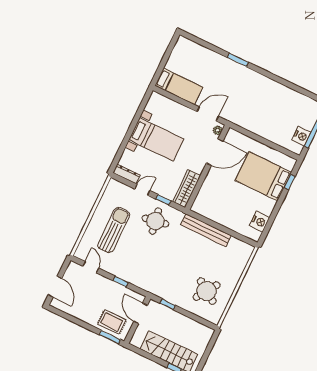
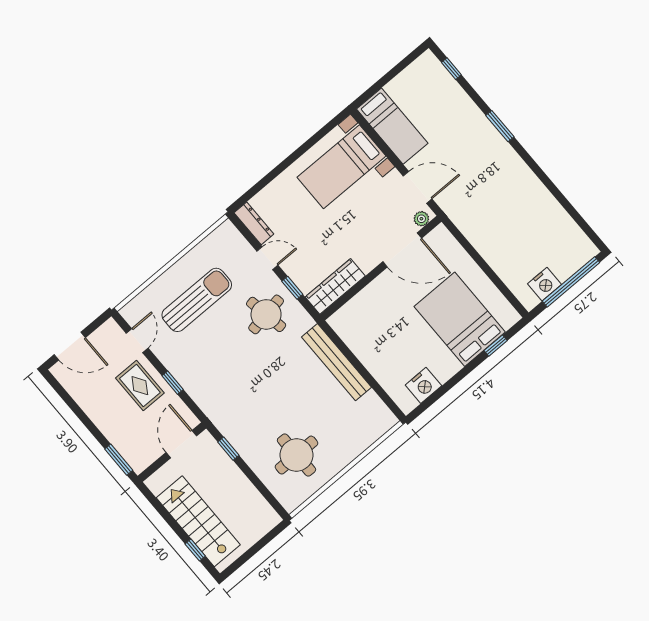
window: (197, 40) -> (451, 69), added
bed with nightstands: (156, 139) -> (342, 167), moved, turned 90
door: (55, 287) -> (70, 346), hinge flipped
round table: (207, 291) -> (296, 455), turned -34
rug: (112, 322) -> (140, 386), moved

